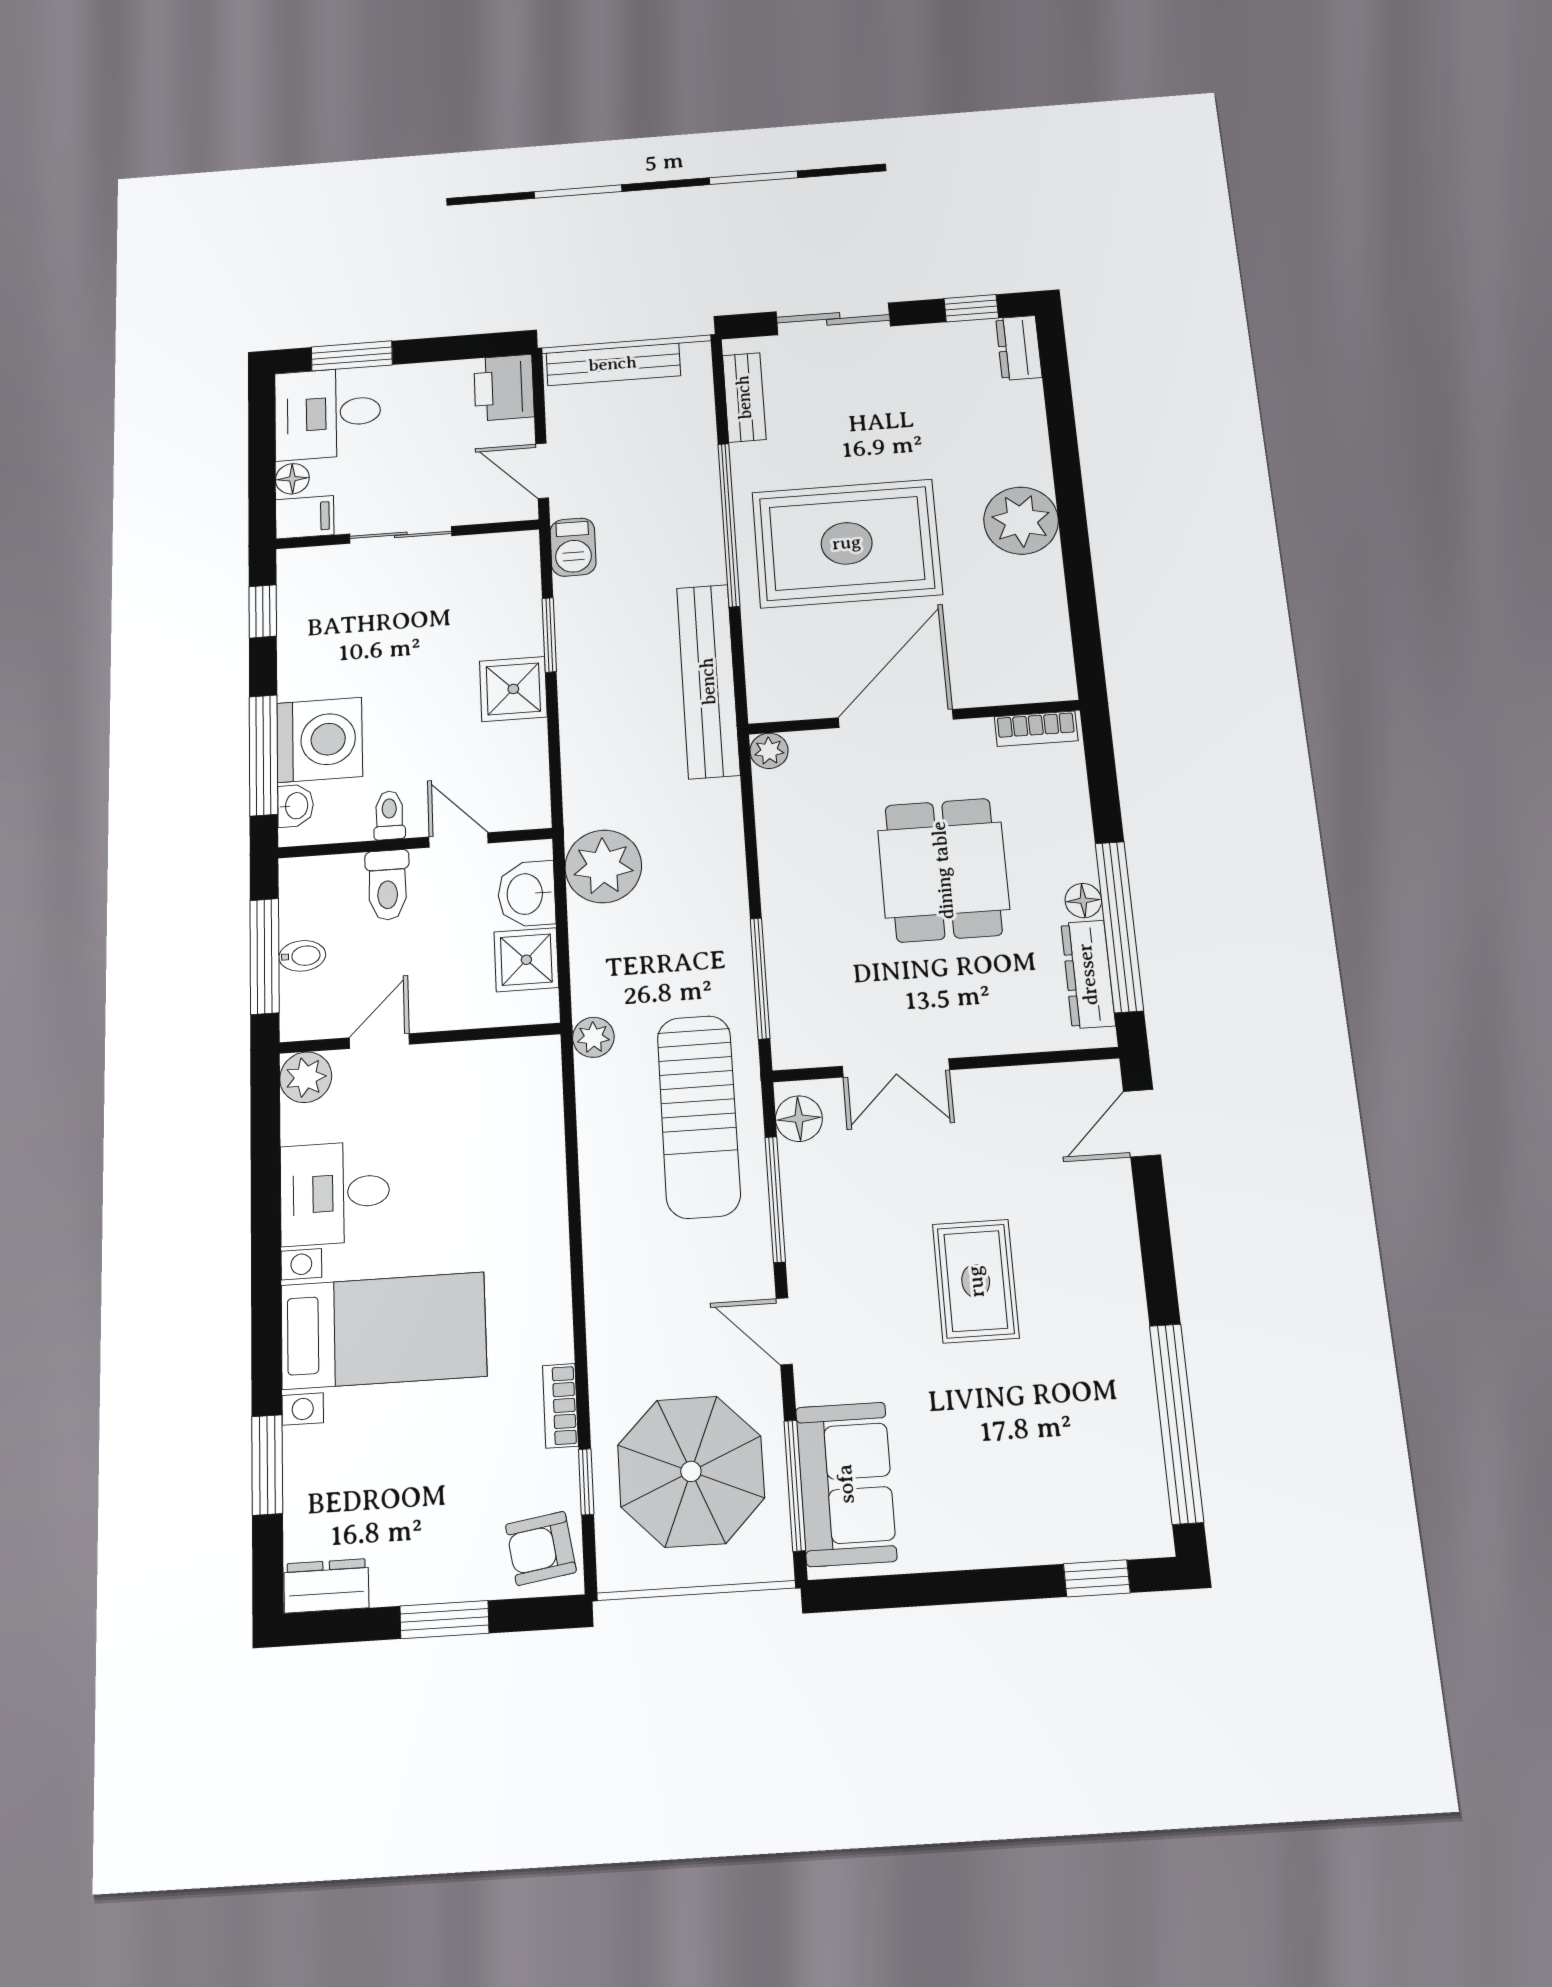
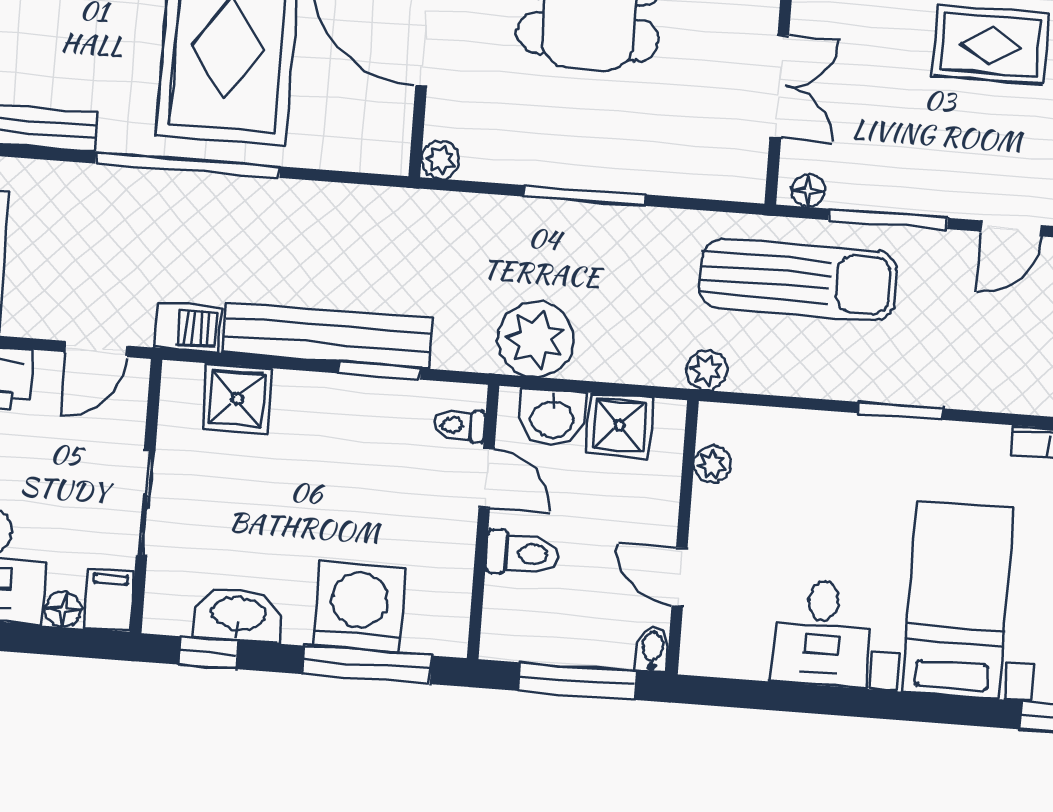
window: (549, 635) -> (379, 371), moved
bench: (708, 681) -> (328, 335), moved
shower: (513, 689) -> (237, 399), moved
washbasin: (296, 806) -> (238, 615), moved, width x1.91, depth x1.45
toilet: (389, 815) -> (459, 425), moved
door: (458, 840) -> (486, 479), swing flipped
bidet: (302, 956) -> (652, 649), moved
window: (760, 978) -> (585, 196), moved
plant: (306, 1077) -> (712, 464), moved, width x0.73, depth x0.73
floor lamp: (799, 1119) -> (808, 191), width x0.73, depth x0.73
window: (576, 1241) -> (900, 411), added

